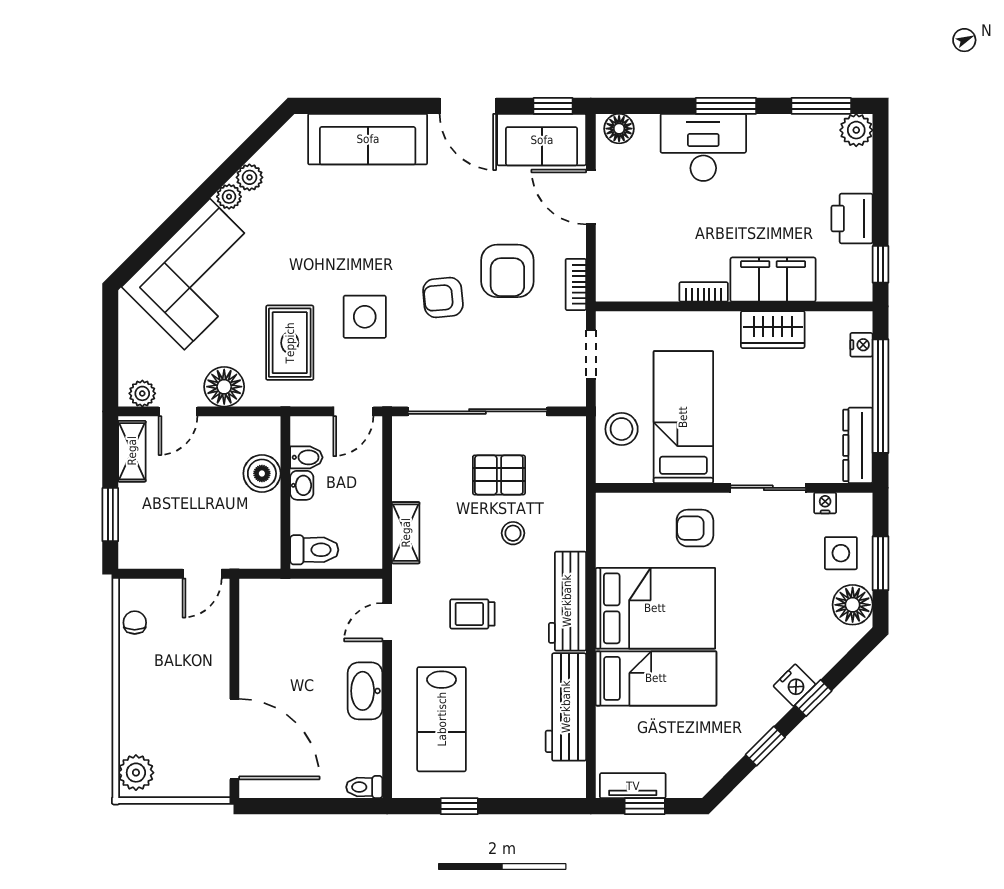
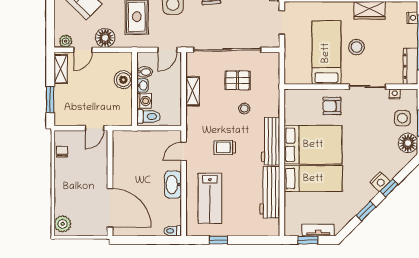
stool: (622, 429) -> (356, 47), moved
washing machine: (305, 517) -> (144, 101), added
shelving: (406, 533) -> (193, 91), moved
tv unit: (633, 786) -> (318, 230), moved

